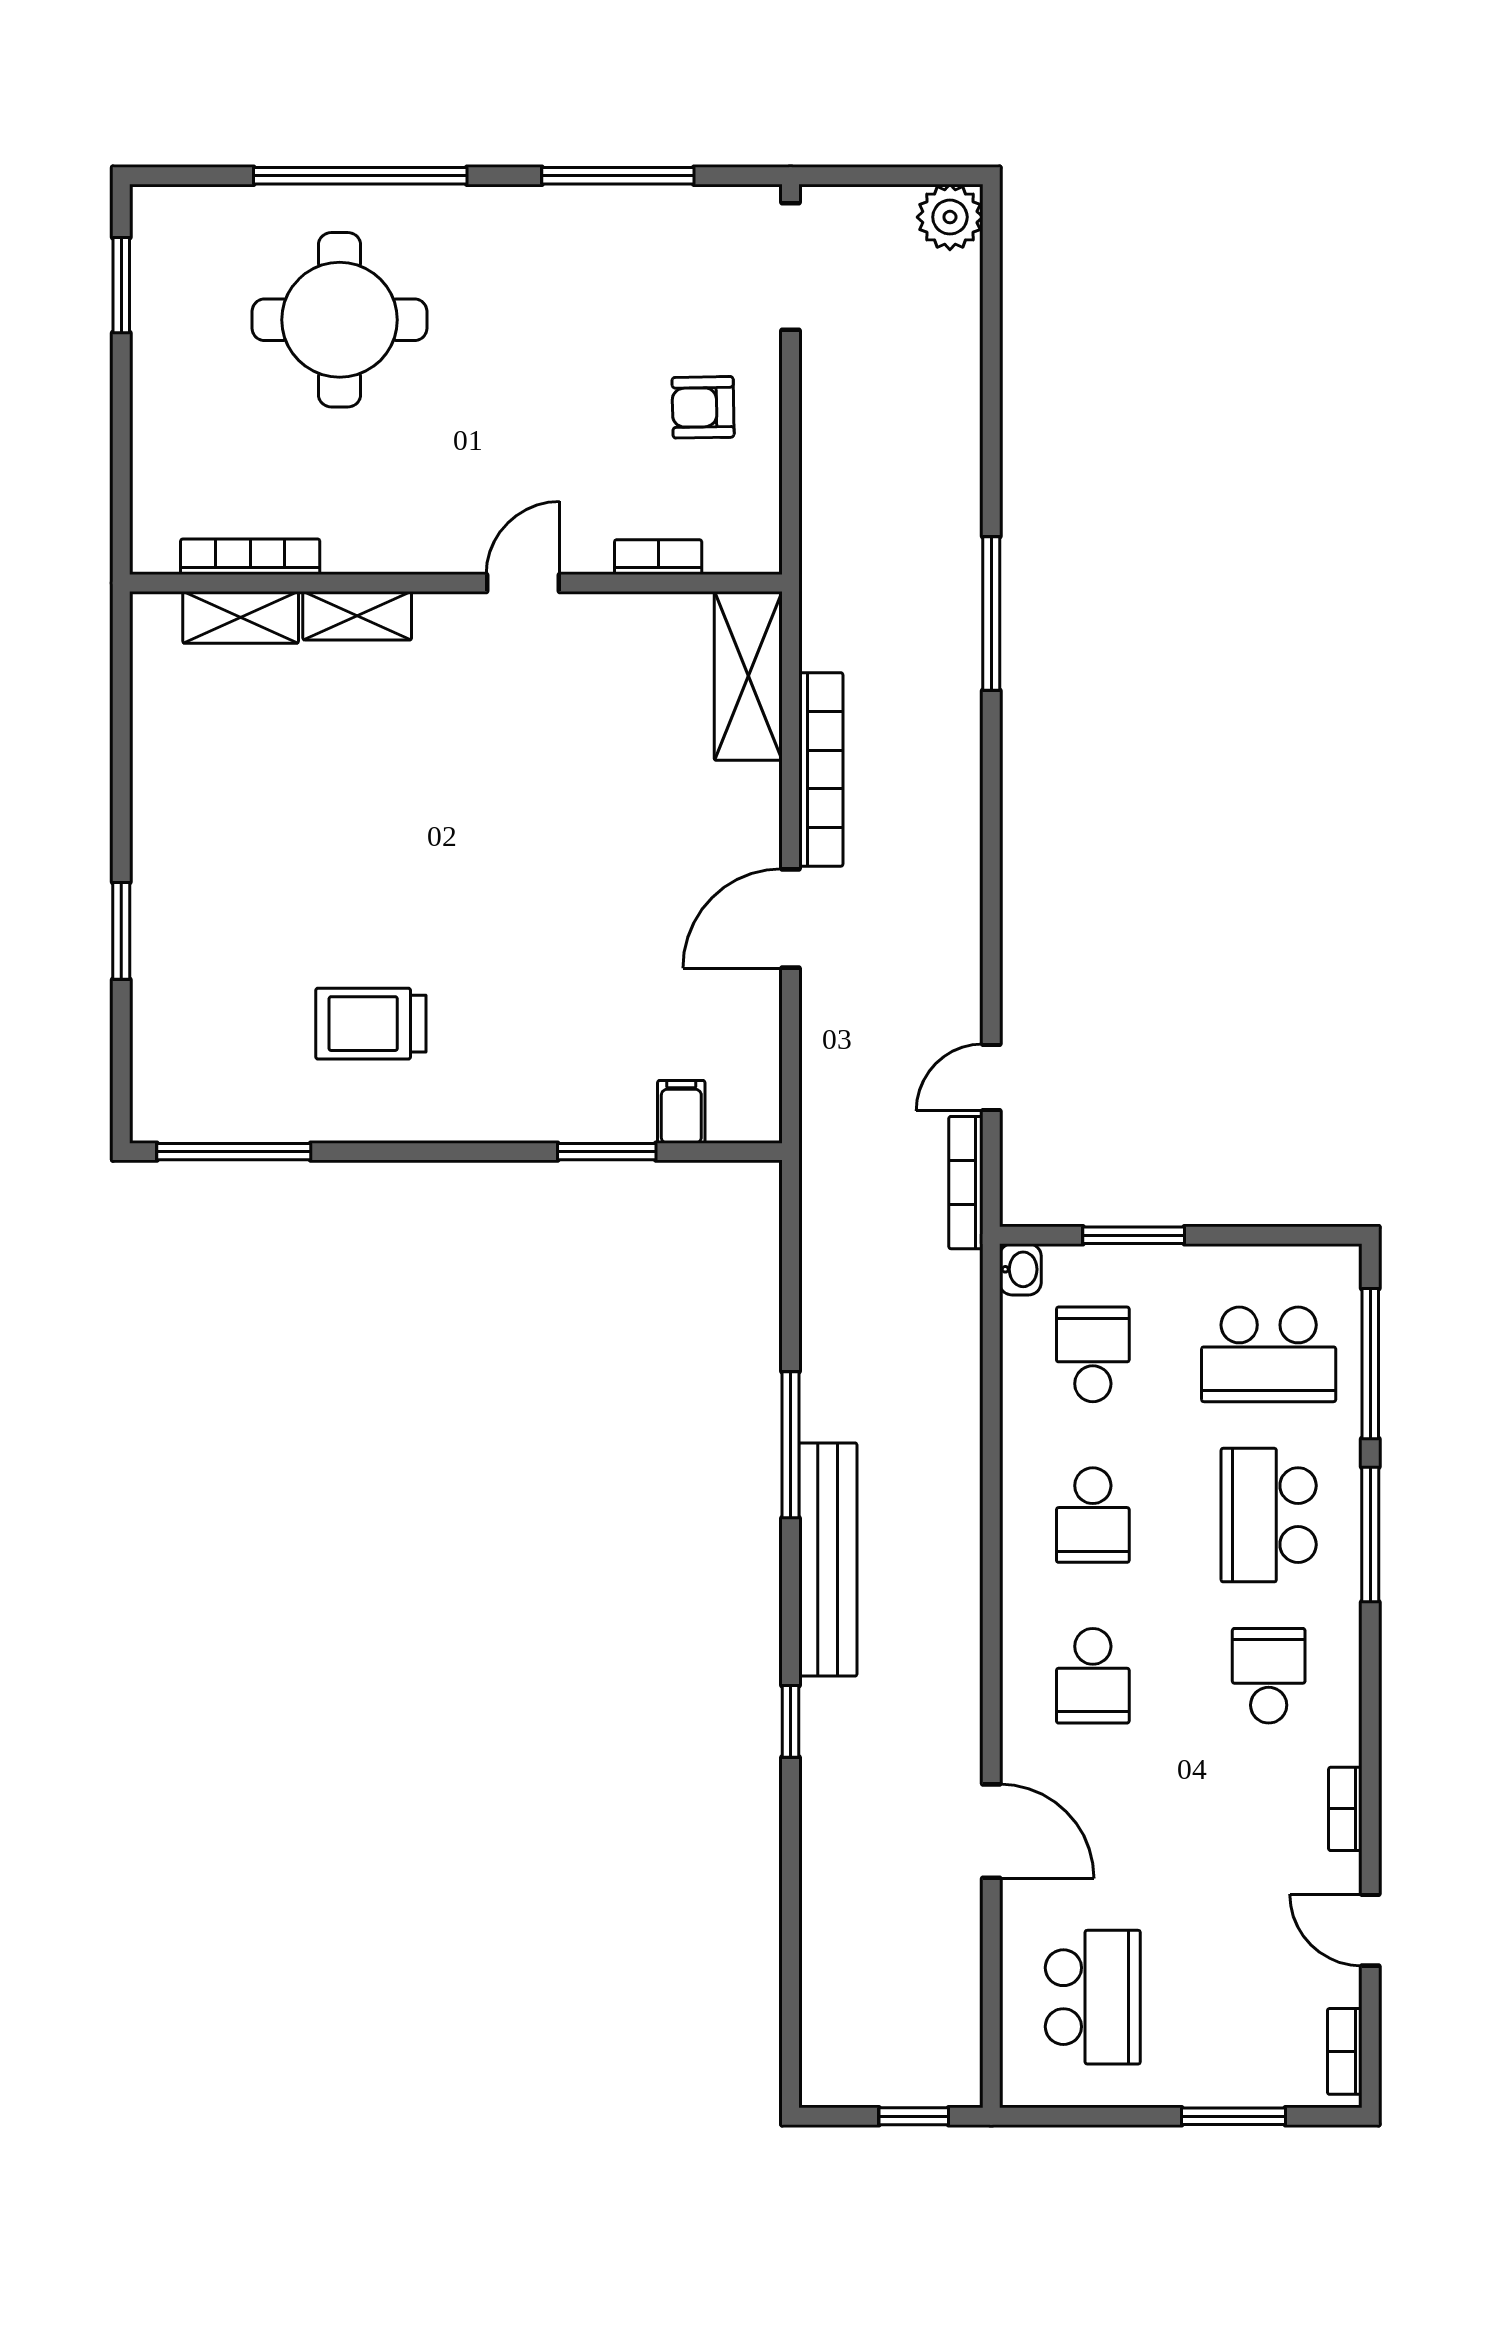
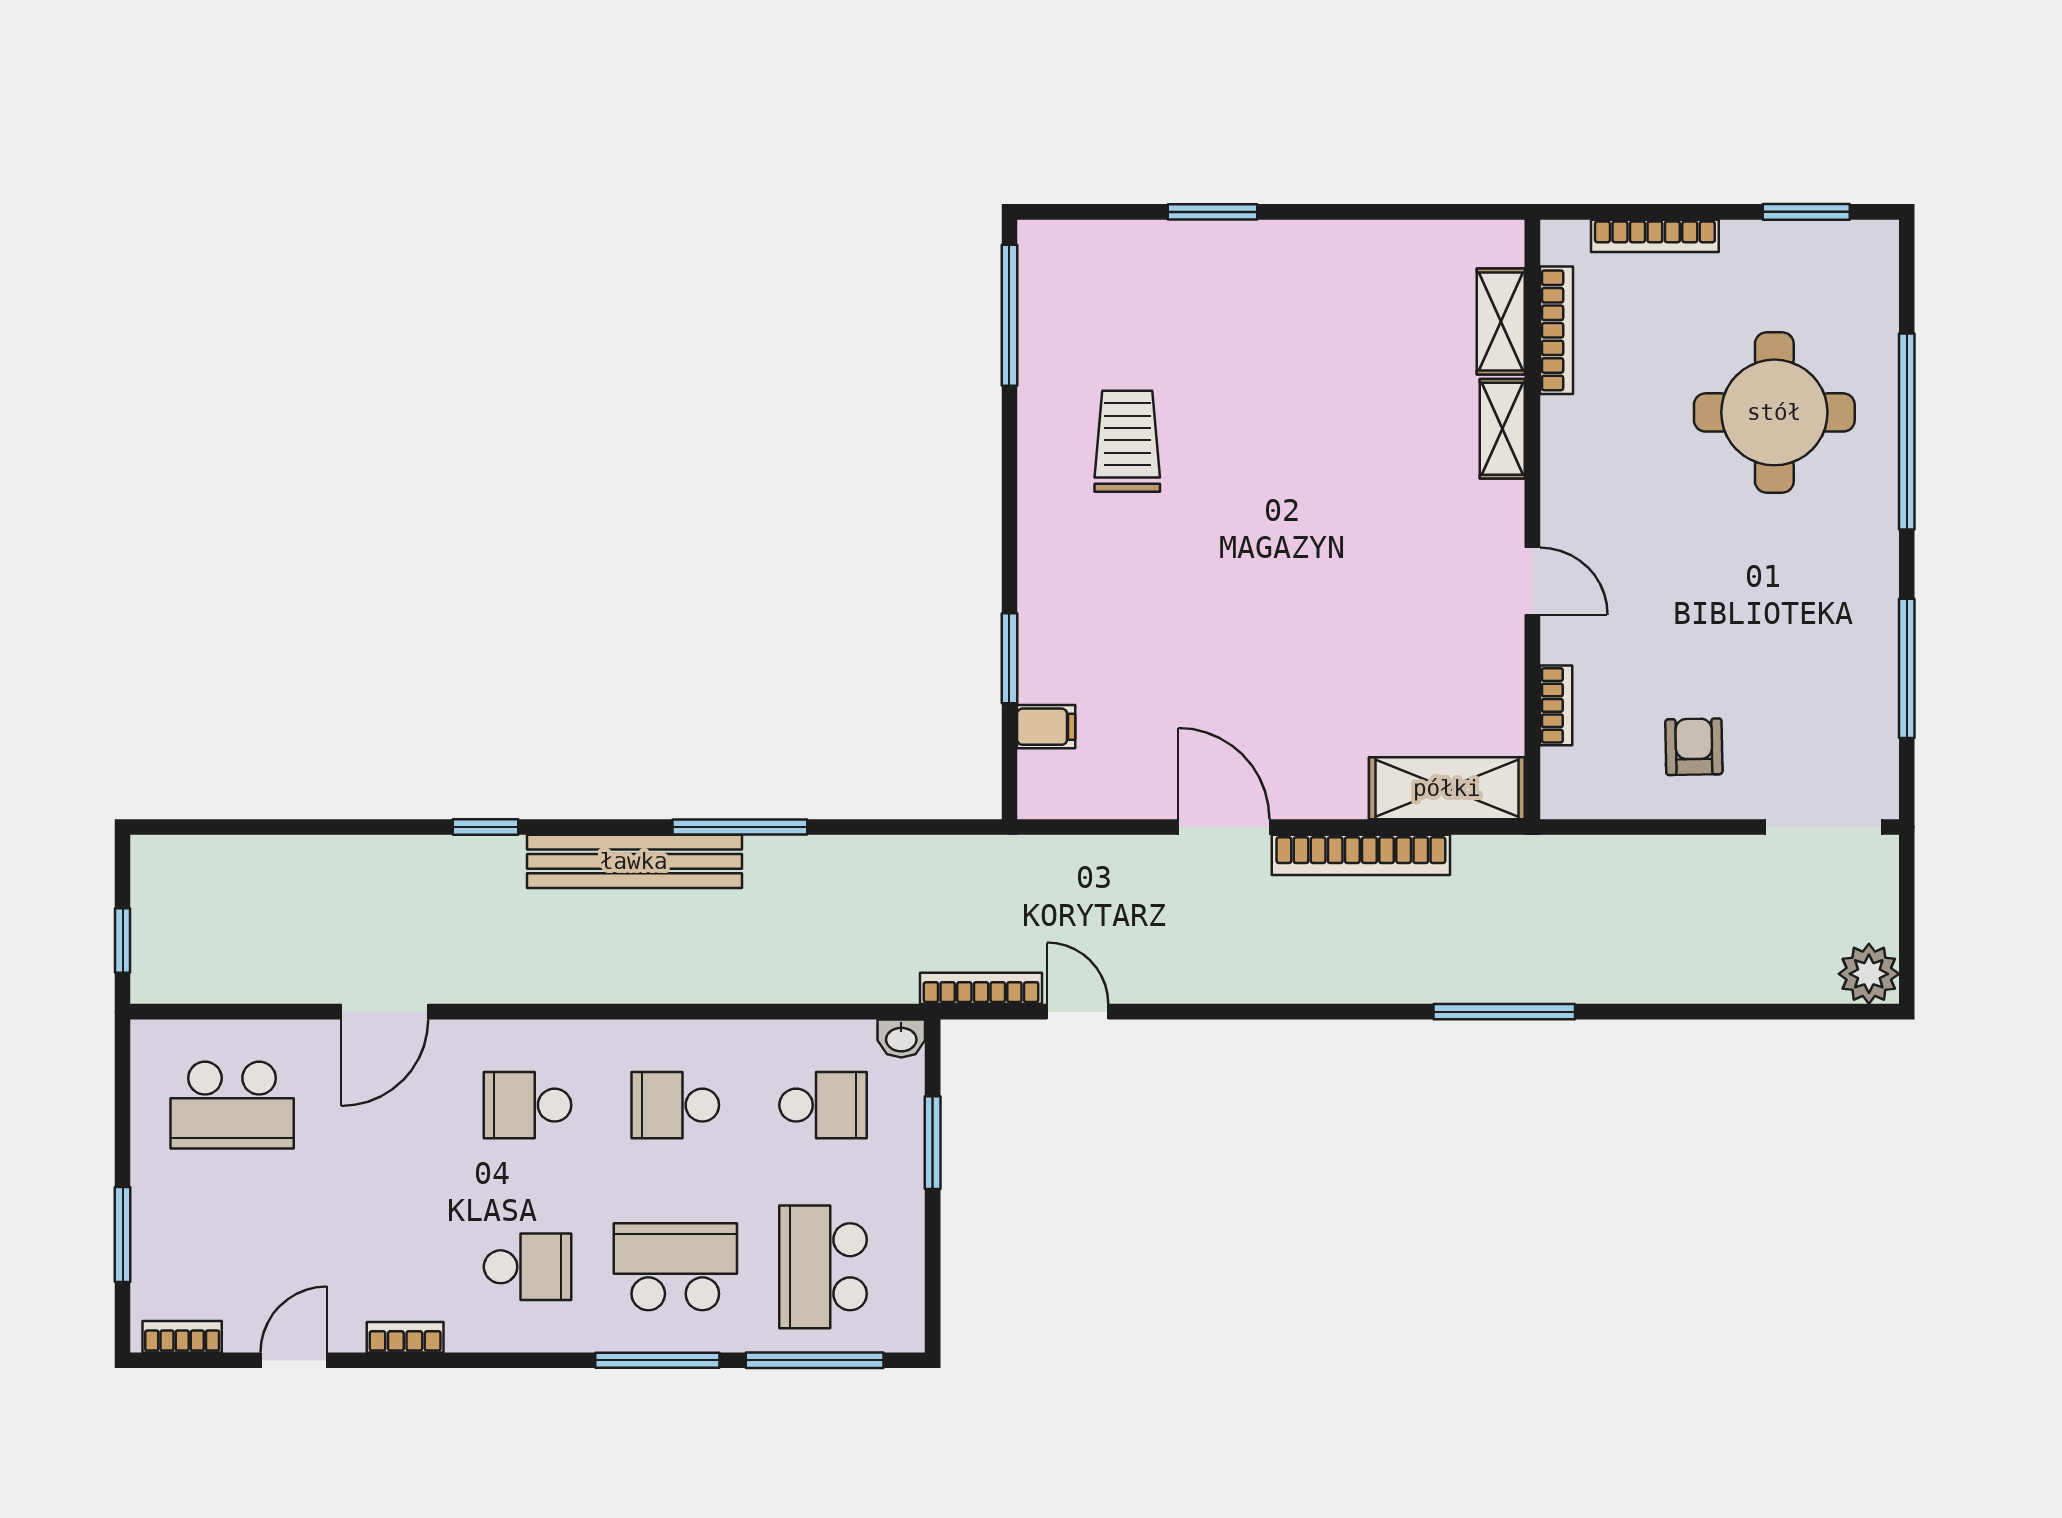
bookcase: (147, 450) -> (1655, 236), added

